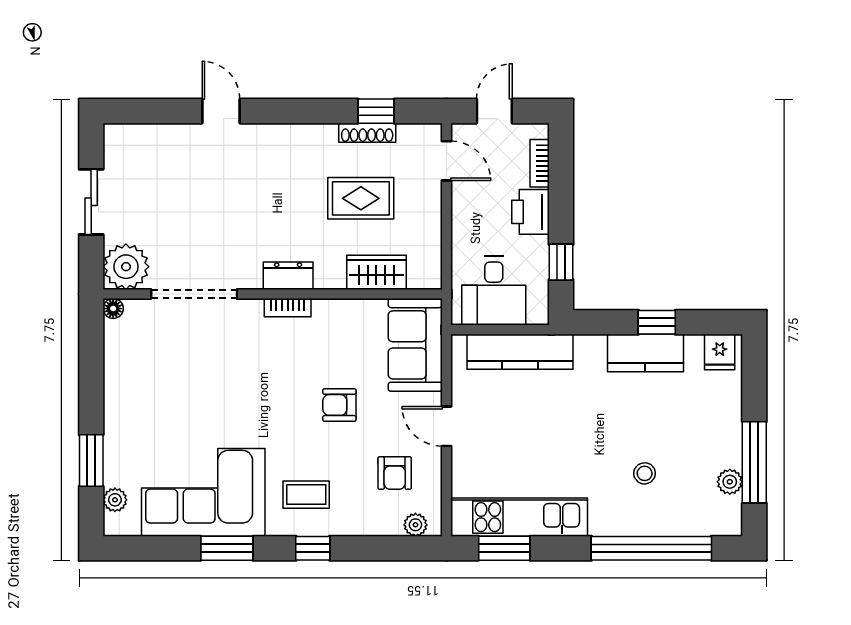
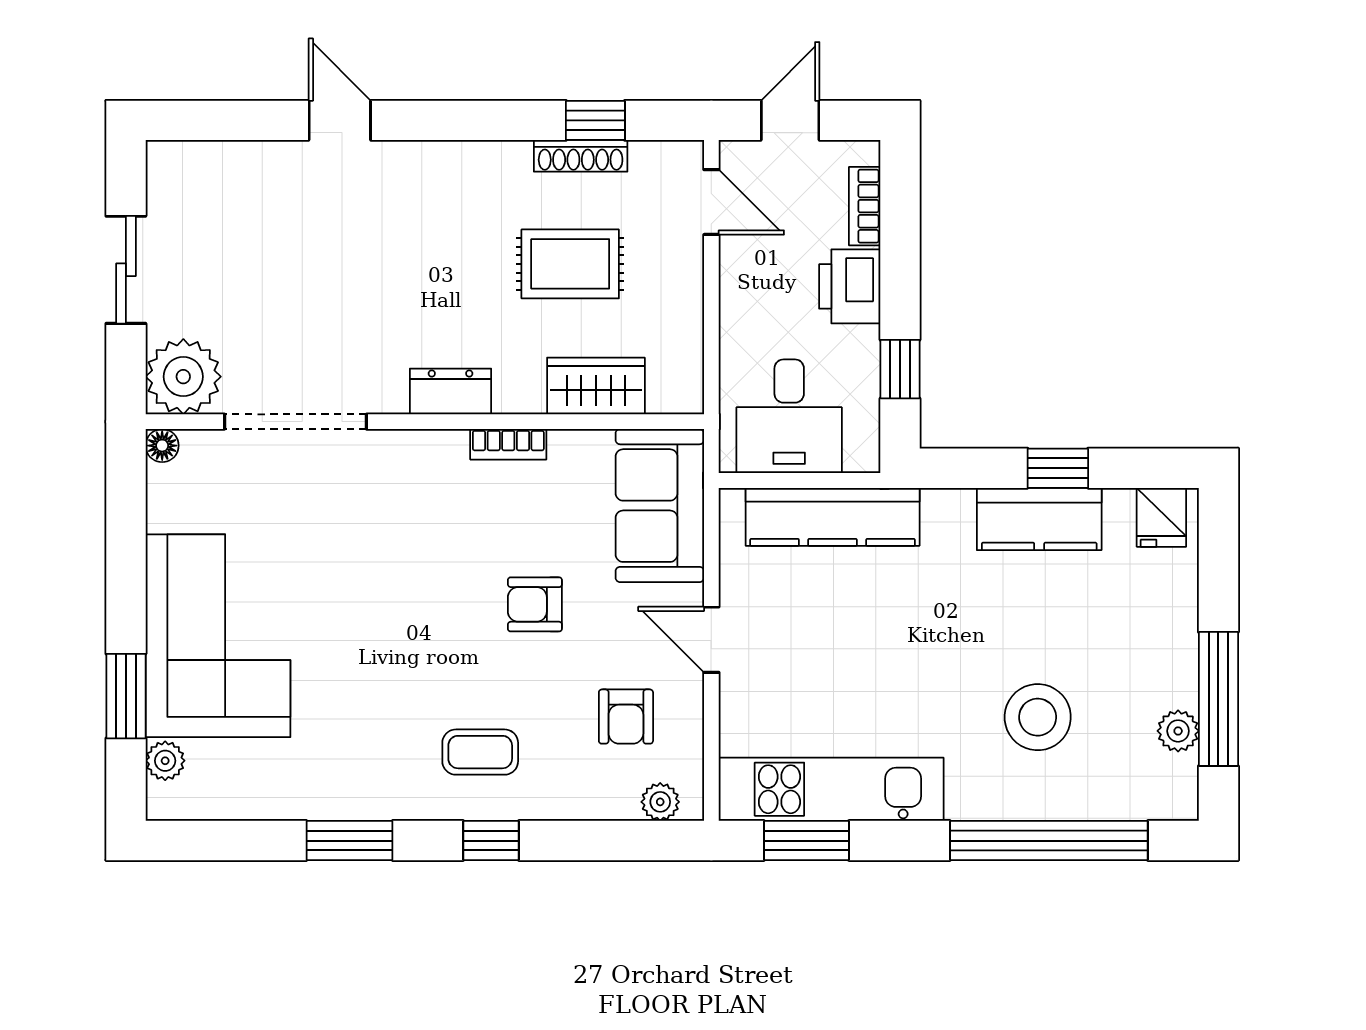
bookcase: (288, 308) -> (508, 444), moved
stool: (645, 473) -> (1038, 717), width x1.89, depth x1.89
corner sofa: (203, 492) -> (218, 636), moved, turned 90

